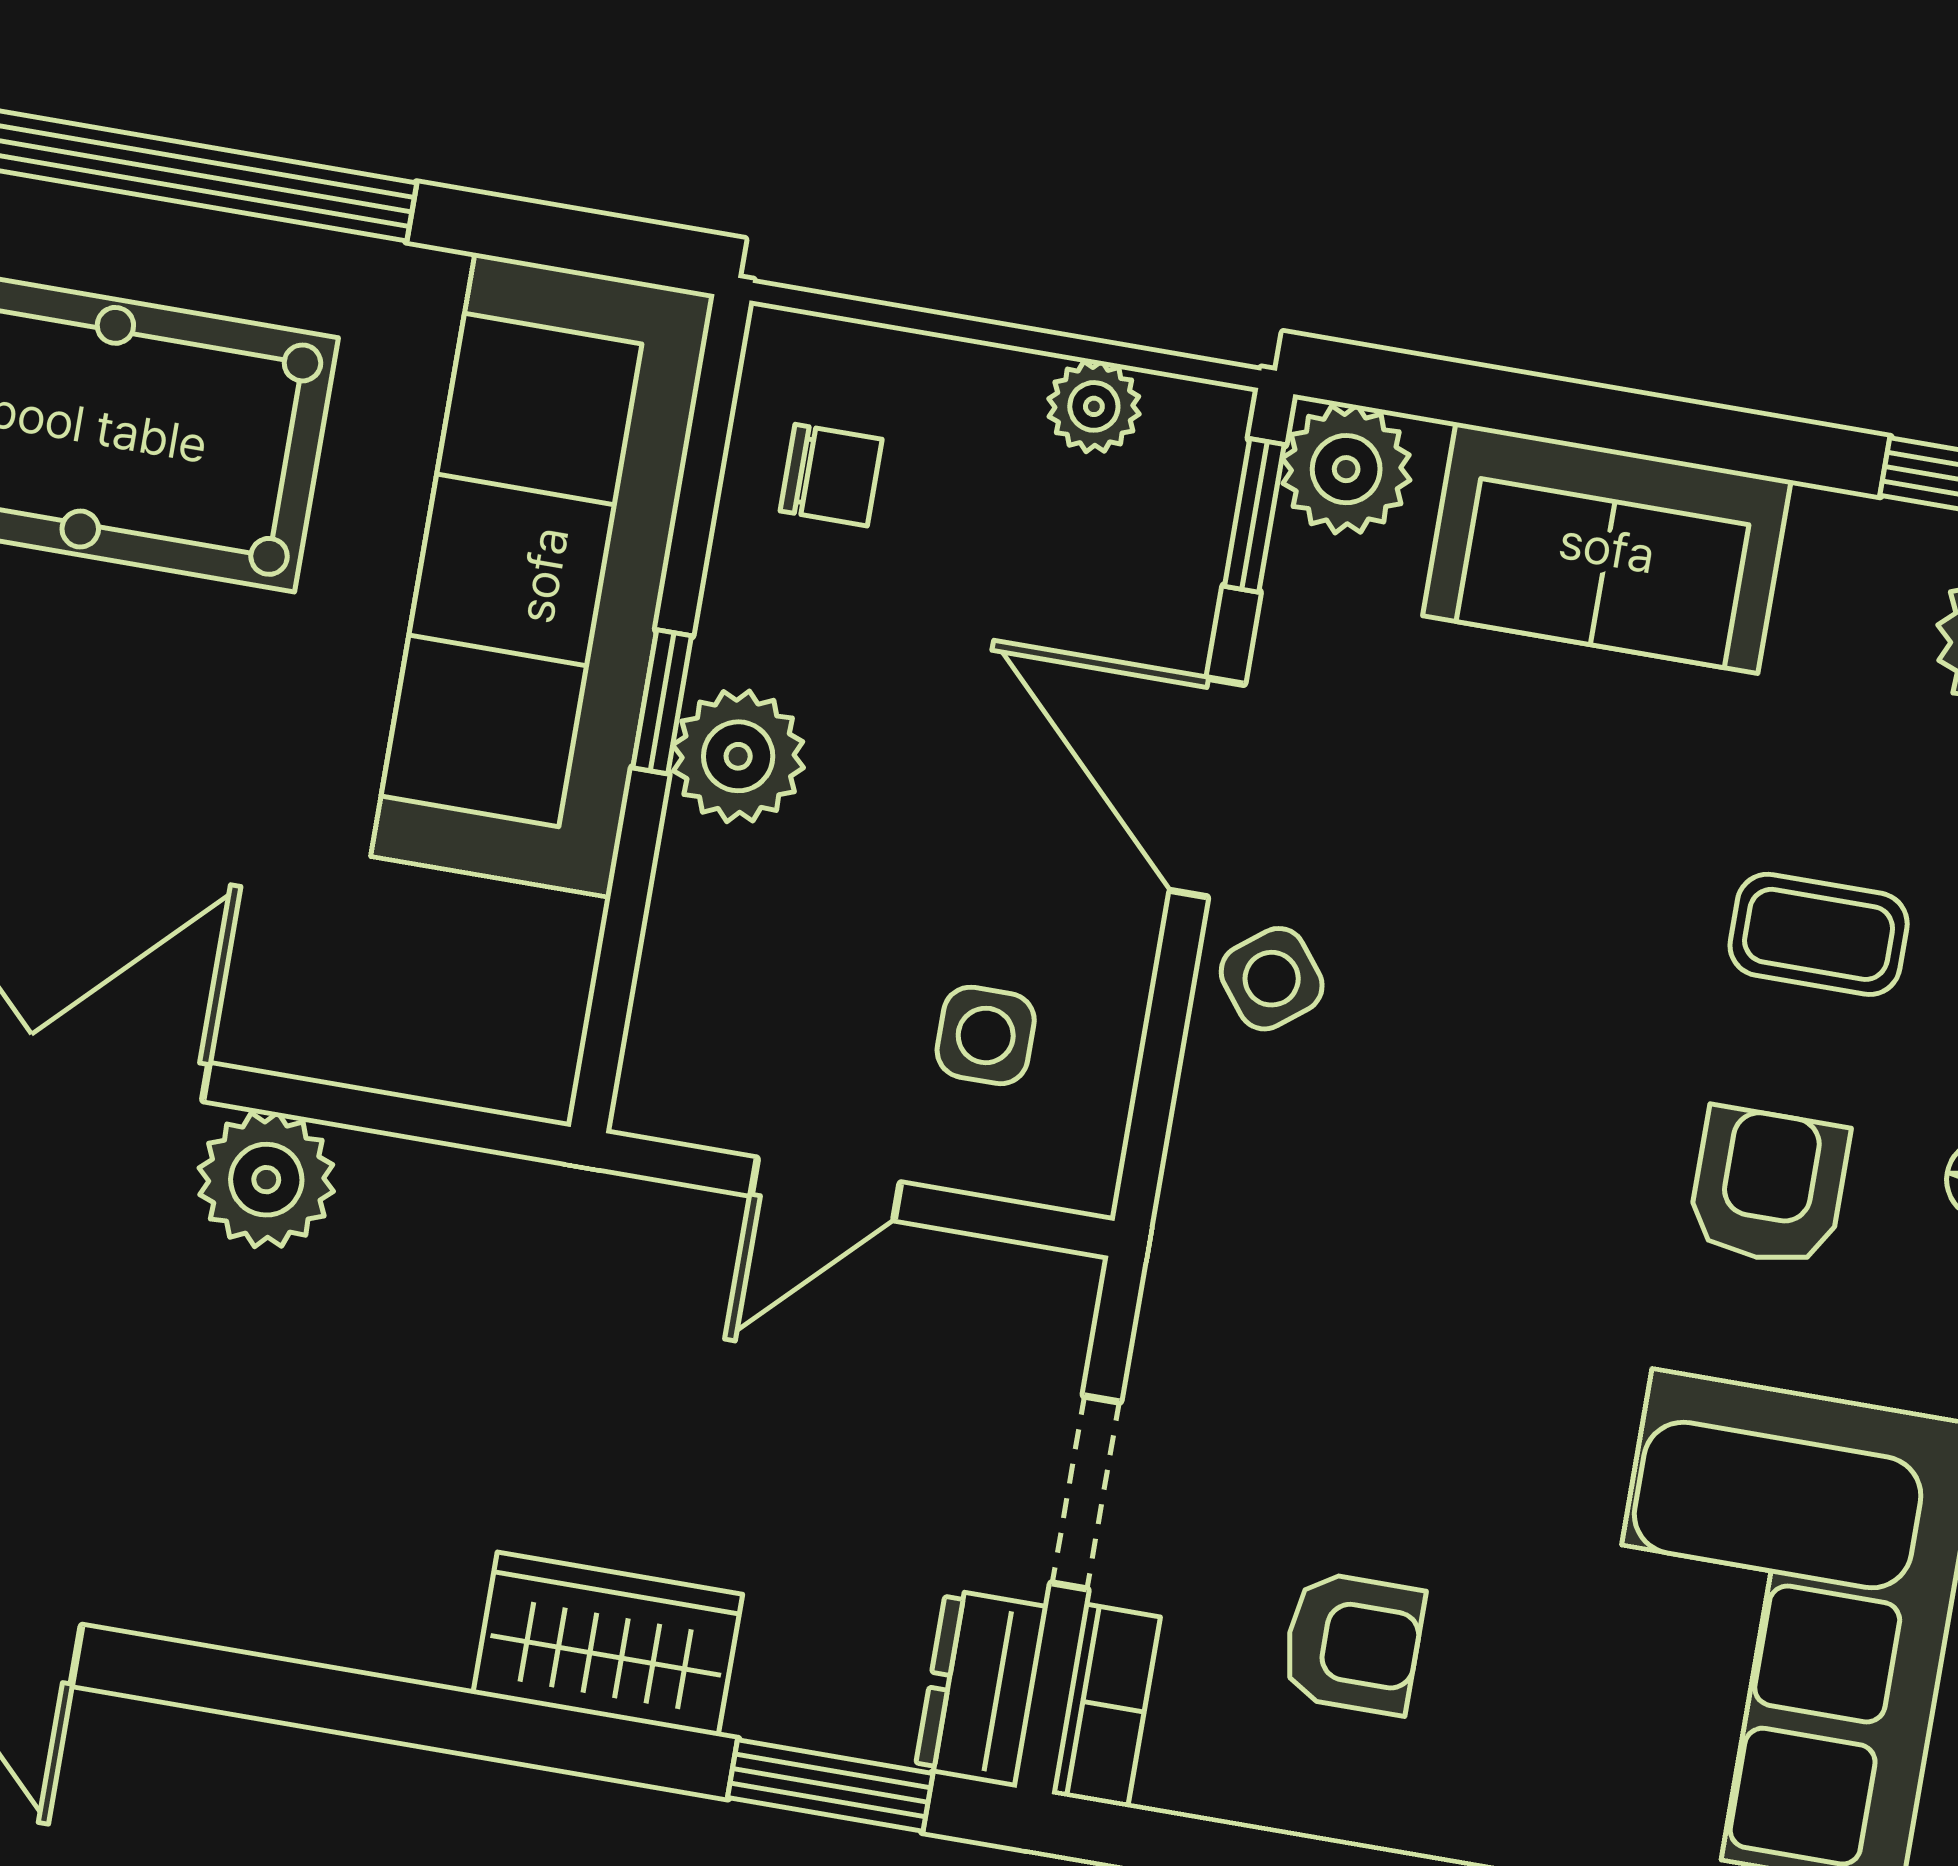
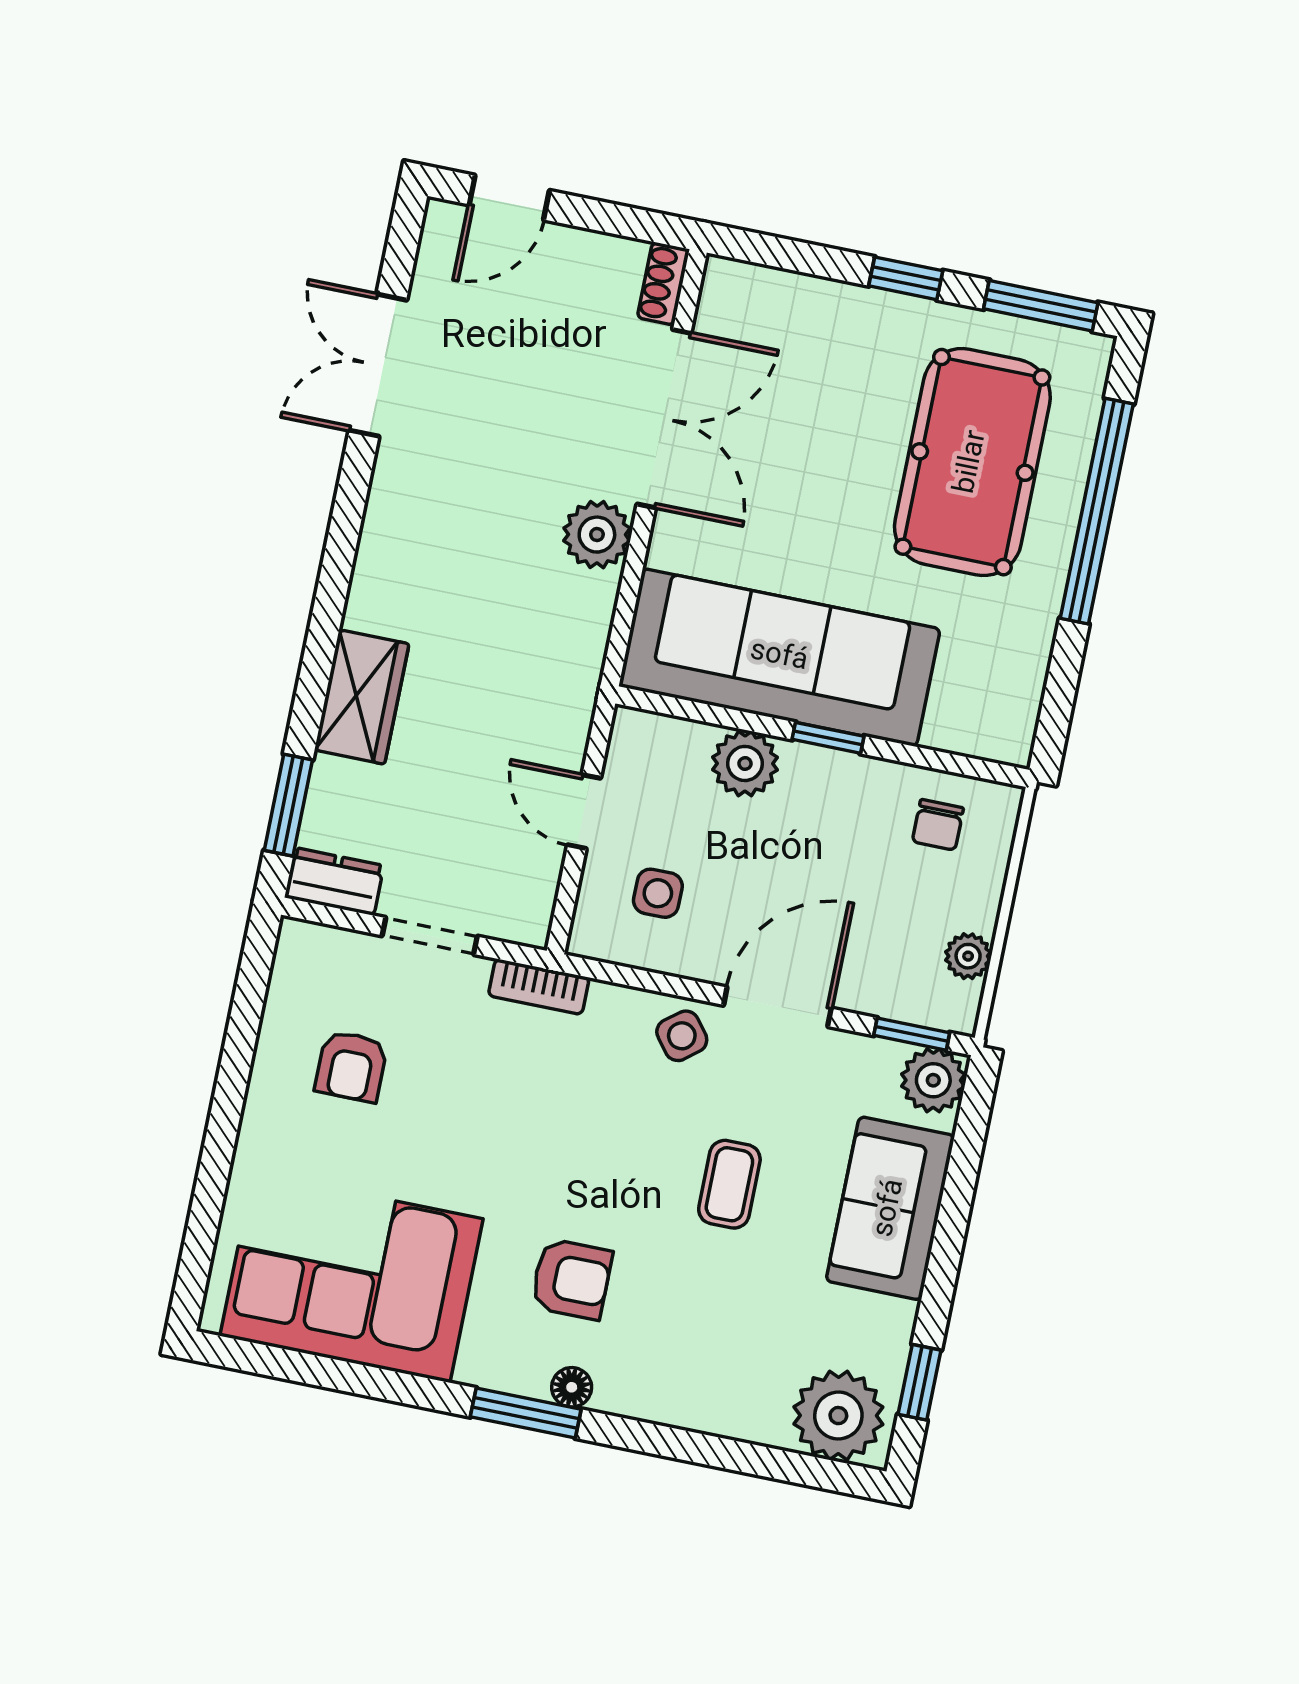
sofa: (543, 575) -> (779, 657), moved
plant: (738, 756) -> (745, 763), moved
coffee table: (1819, 934) -> (729, 1184), moved
bookcase: (1106, 1705) -> (539, 987), moved

